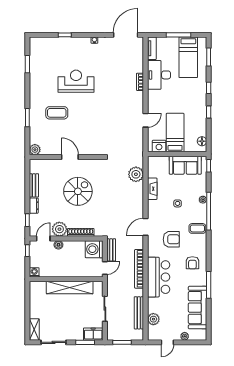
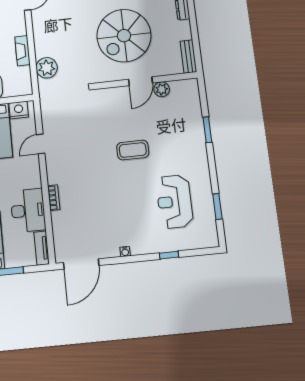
reception desk: (76, 81) -> (175, 202), moved, turned 90
coffee table: (57, 113) -> (133, 150), moved
plant: (35, 150) -> (162, 89), moved
door: (70, 157) -> (140, 81), hinge flipped
bench: (34, 185) -> (188, 56), moved
spiral stairs: (78, 191) -> (124, 36), width x1.37, depth x1.37

